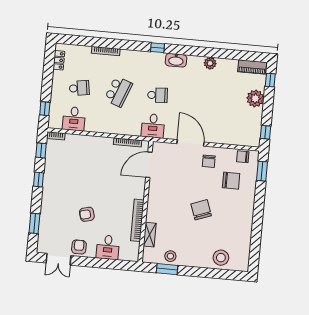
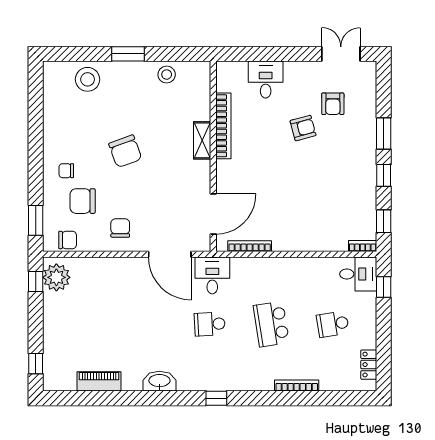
washbasin: (176, 60) -> (159, 381), moved
plant: (210, 63) -> (132, 382), removed
piano: (252, 67) -> (99, 381), moved
school desk: (118, 92) -> (271, 324), turned -30
plant: (255, 98) -> (56, 277), moved
desk: (74, 119) -> (358, 274), moved, turned 90
door: (190, 143) -> (170, 254), moved
chair: (240, 201) -> (66, 171), added
window: (34, 223) -> (384, 134), moved
shelving: (150, 235) -> (202, 140), moved
armchair: (79, 247) -> (333, 104), moved
window: (167, 269) -> (128, 54), moved

